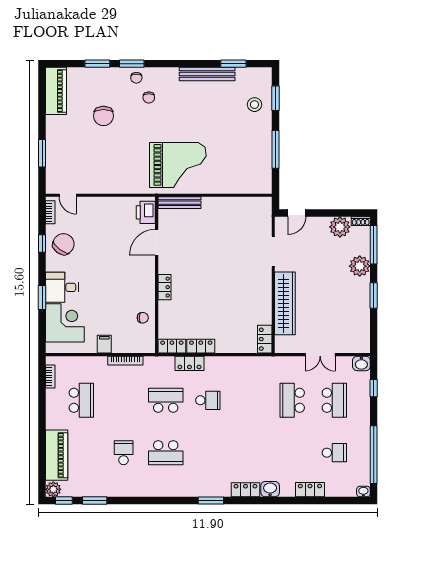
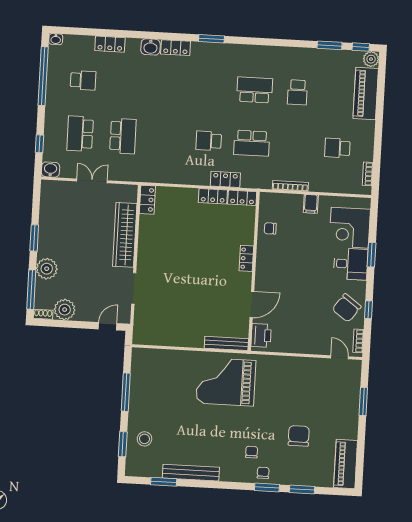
school desk: (81, 400) -> (337, 148), width x0.54
school desk: (334, 453) -> (83, 80), turned 180

